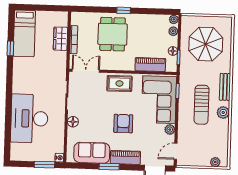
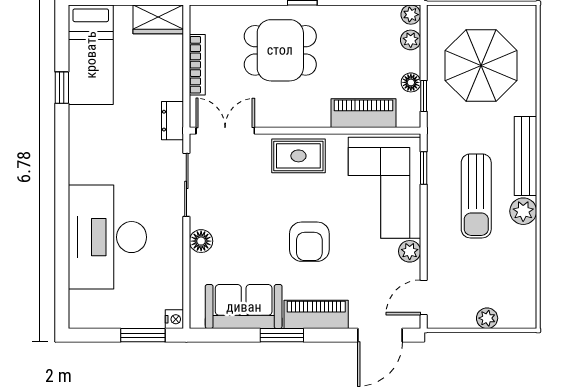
dining table: (113, 34) -> (280, 50), turned 90
wardrobe: (60, 39) -> (158, 19), moved, turned -90
dresser: (61, 65) -> (172, 121), added
bench: (225, 87) -> (525, 156), width x1.36
armchair: (123, 124) -> (309, 242), turned 180
plant: (215, 162) -> (487, 318), moved

